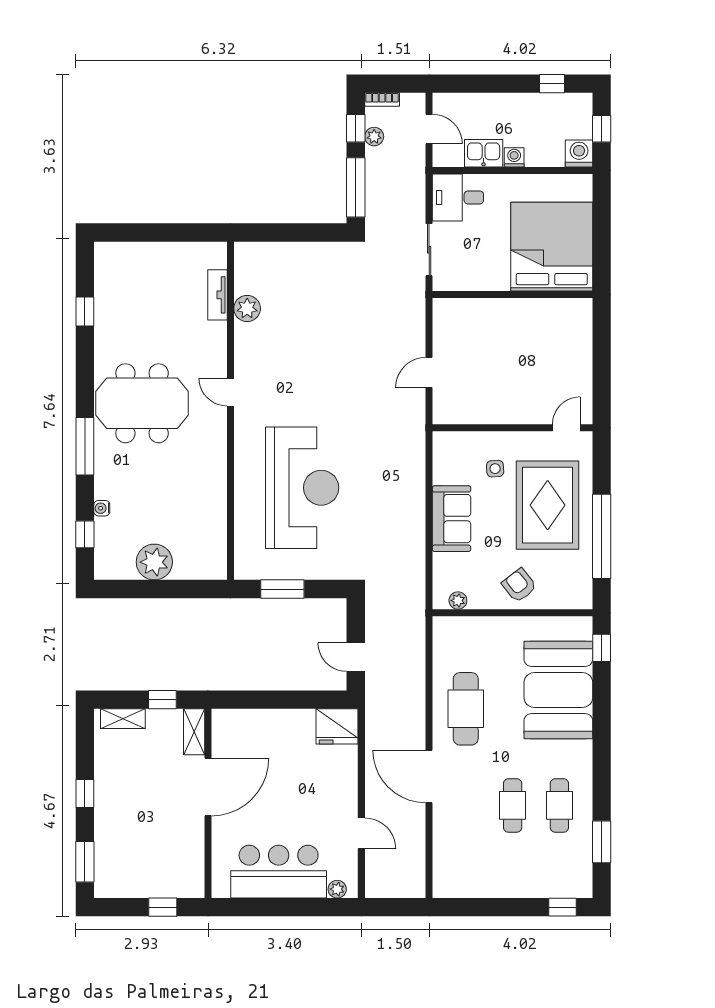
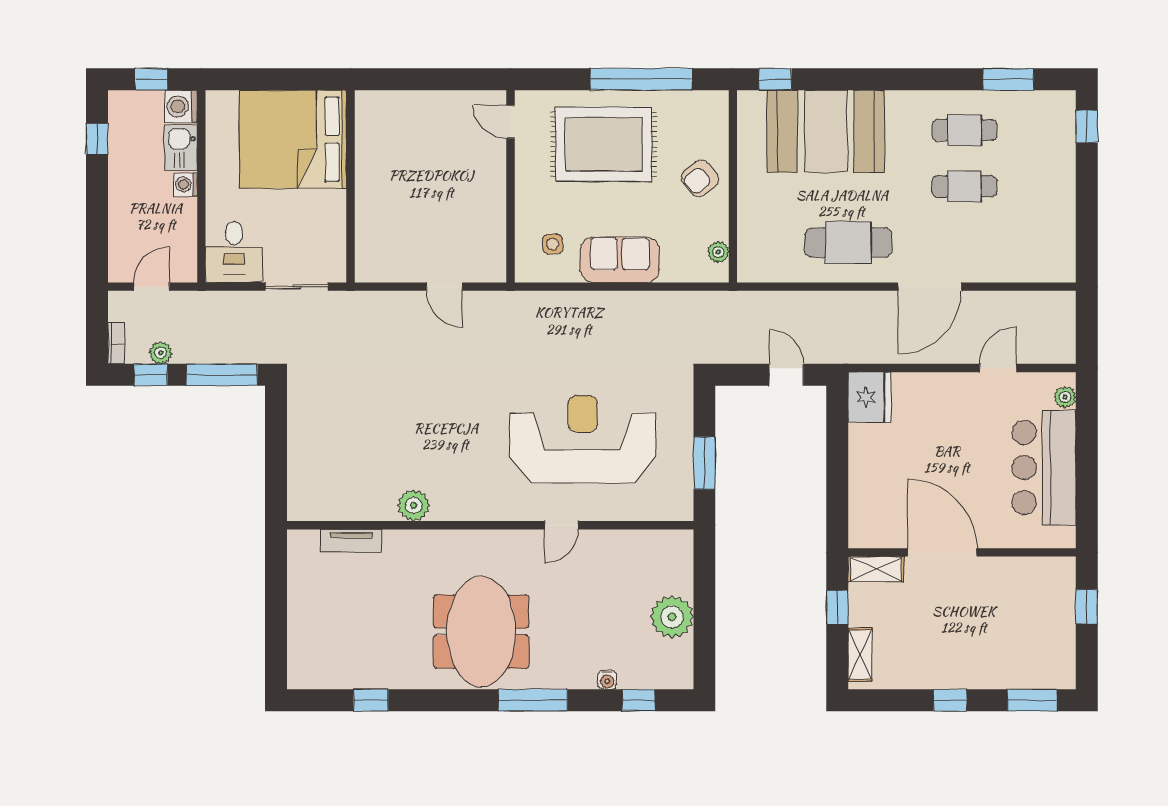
kitchen sink: (484, 153) -> (181, 148), moved
plant: (247, 308) -> (413, 505), moved
door: (230, 392) -> (562, 525), moved
side table: (495, 469) -> (553, 244), moved
door: (356, 657) -> (786, 375), swing flipped

